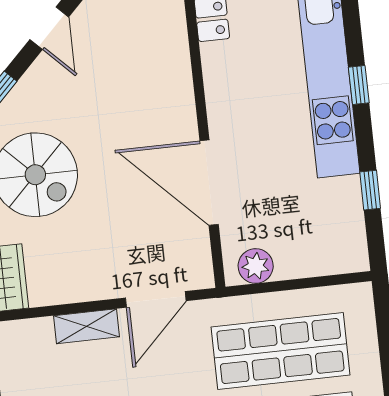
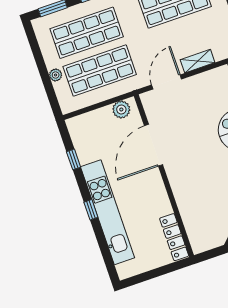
door: (209, 183) -> (153, 145), swing flipped
plant: (368, 362) -> (56, 75), added

